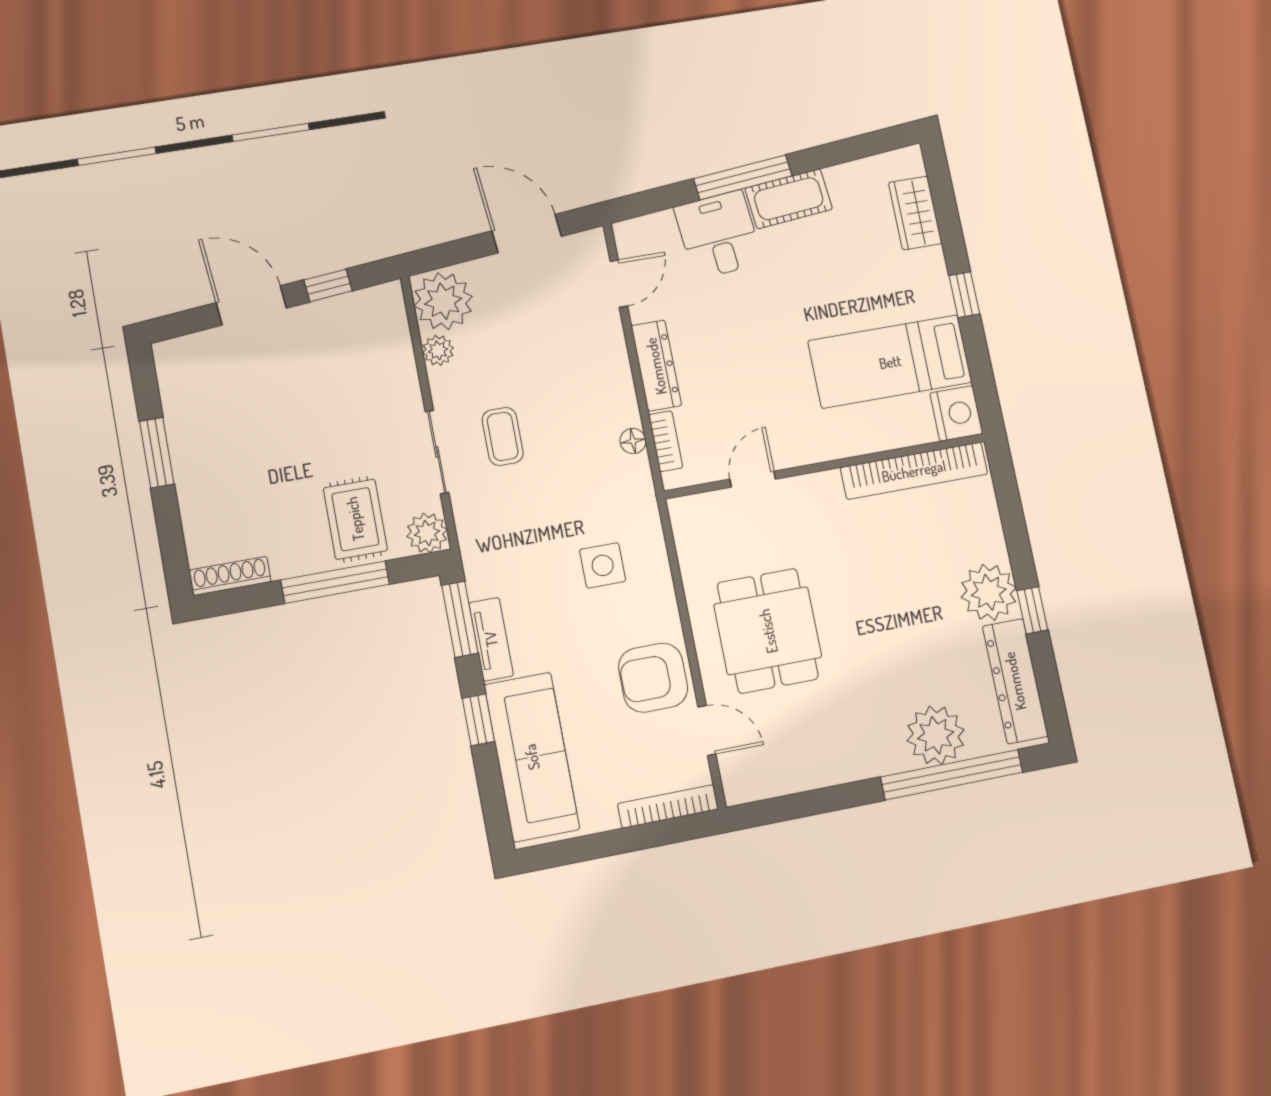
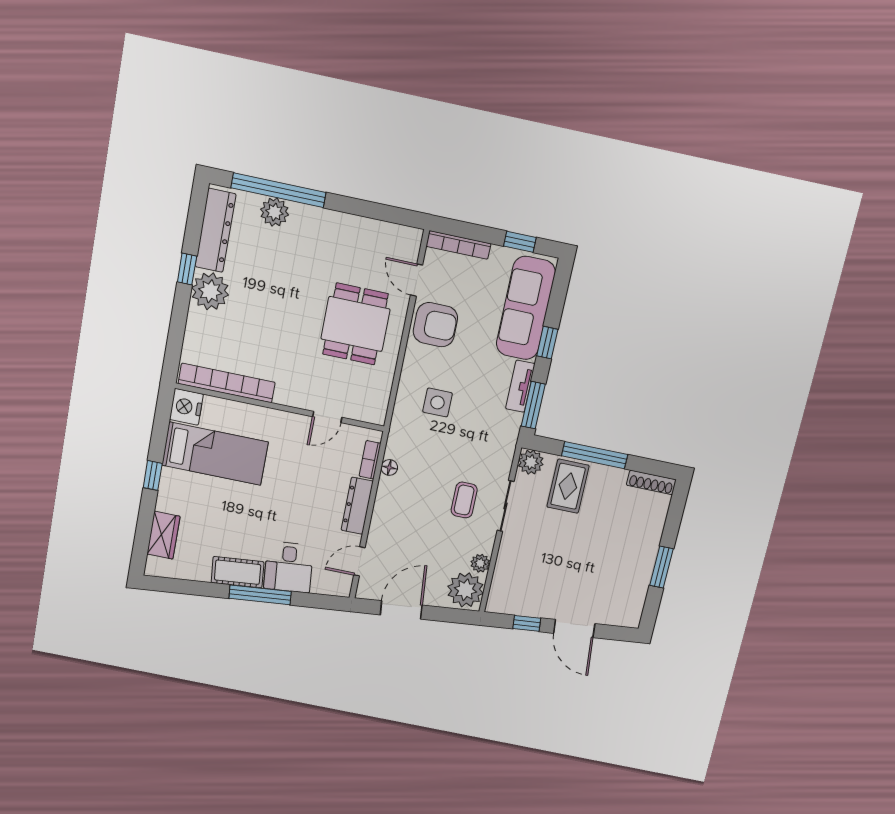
door: (527, 234) -> (401, 610), swing flipped
plant: (936, 735) -> (274, 212), width x0.73, depth x0.73
window: (581, 849) -> (520, 242), added

